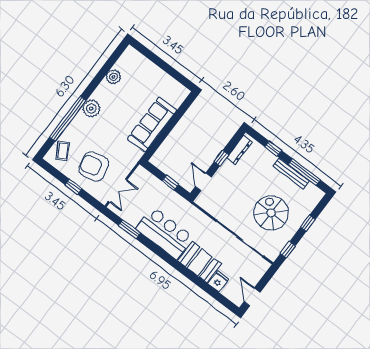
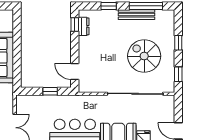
dresser: (239, 150) -> (84, 26), width x0.70
window: (221, 158) -> (75, 25), moved

